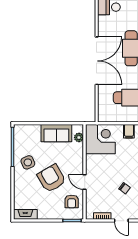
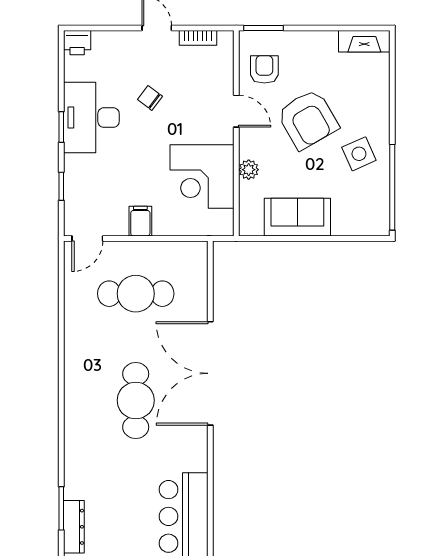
plant: (79, 137) -> (249, 170), moved
corner desk: (100, 139) -> (202, 177), moved

